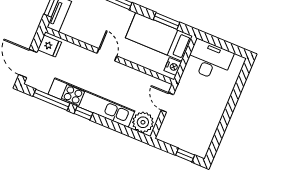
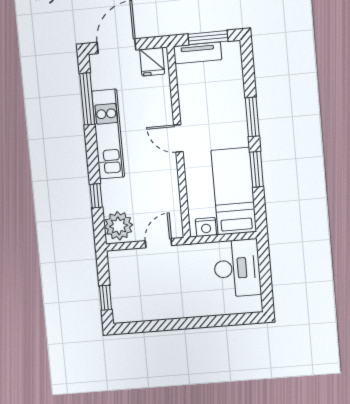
window: (167, 21) -> (257, 169), moved
door: (107, 55) -> (178, 138), swing flipped
kitchen unit: (91, 103) -> (108, 134), width x0.73
window: (84, 113) -> (96, 196), moved

